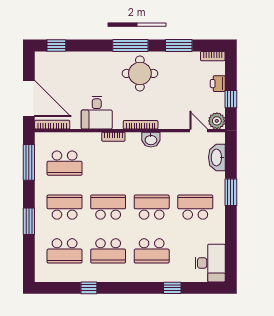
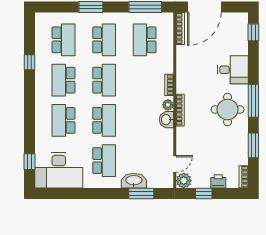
desk: (97, 113) -> (233, 70), moved, turned 180
plant: (135, 138) -> (168, 105), added
washbasin: (217, 157) -> (134, 181), moved
window: (231, 192) -> (141, 194), moved
school desk: (65, 251) -> (64, 40), turned 180
desk: (210, 263) -> (59, 170), width x1.36, depth x1.30
window: (172, 288) -> (29, 162), moved

